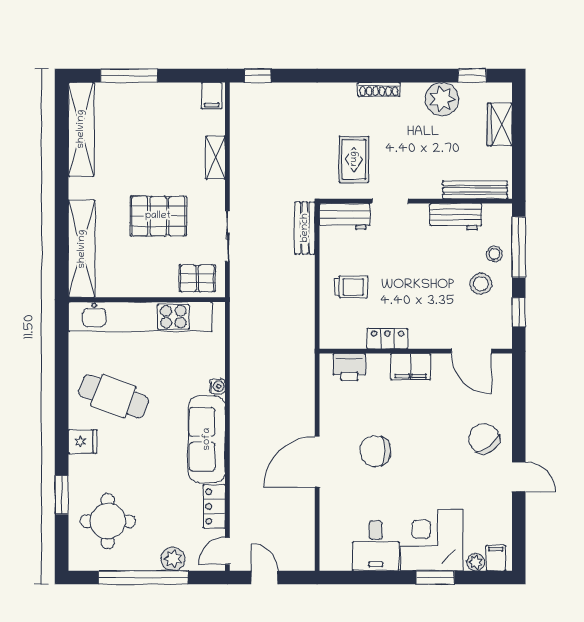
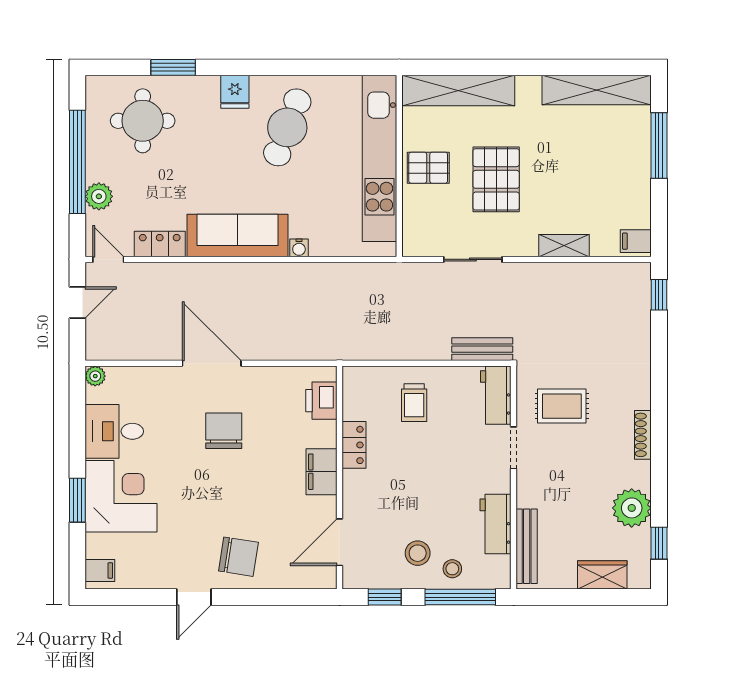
pallet: (197, 278) -> (428, 168), moved, turned 90
chair: (484, 439) -> (238, 557), turned 46
plant: (476, 562) -> (95, 376), moved

